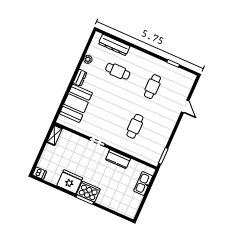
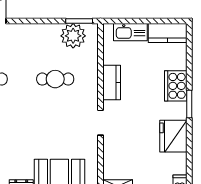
plant: (156, 148) -> (73, 36), added
cooker: (88, 192) -> (176, 86), moved
kitchen counter: (133, 205) -> (168, 33), added

